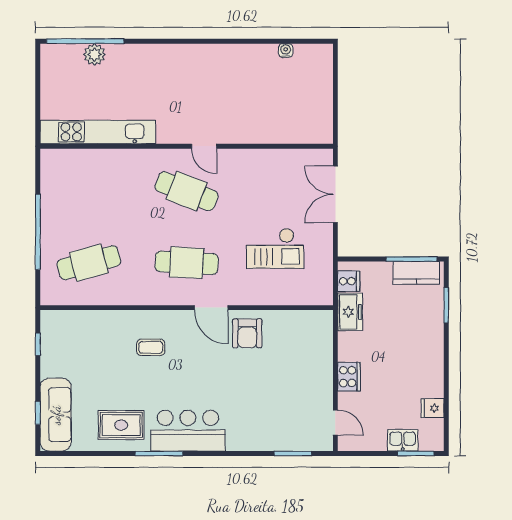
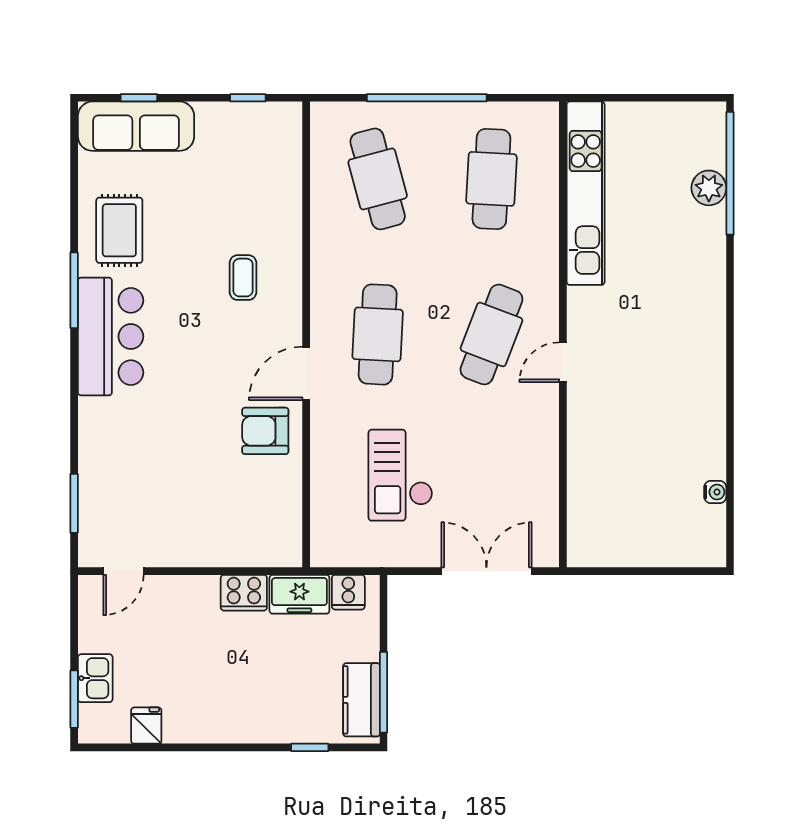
cafe table: (89, 191) -> (491, 179), added
window: (446, 305) -> (310, 747), width x0.67
cooker: (349, 377) -> (244, 593), moved

